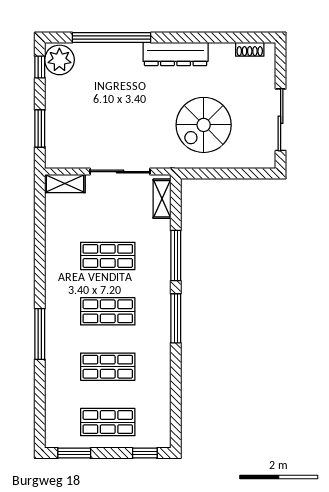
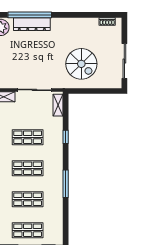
dresser: (176, 54) -> (32, 24), moved
spiral stairs: (204, 125) -> (81, 64), turned -90
window: (176, 256) -> (66, 137), width x0.46
window: (176, 318) -> (66, 184), moved

